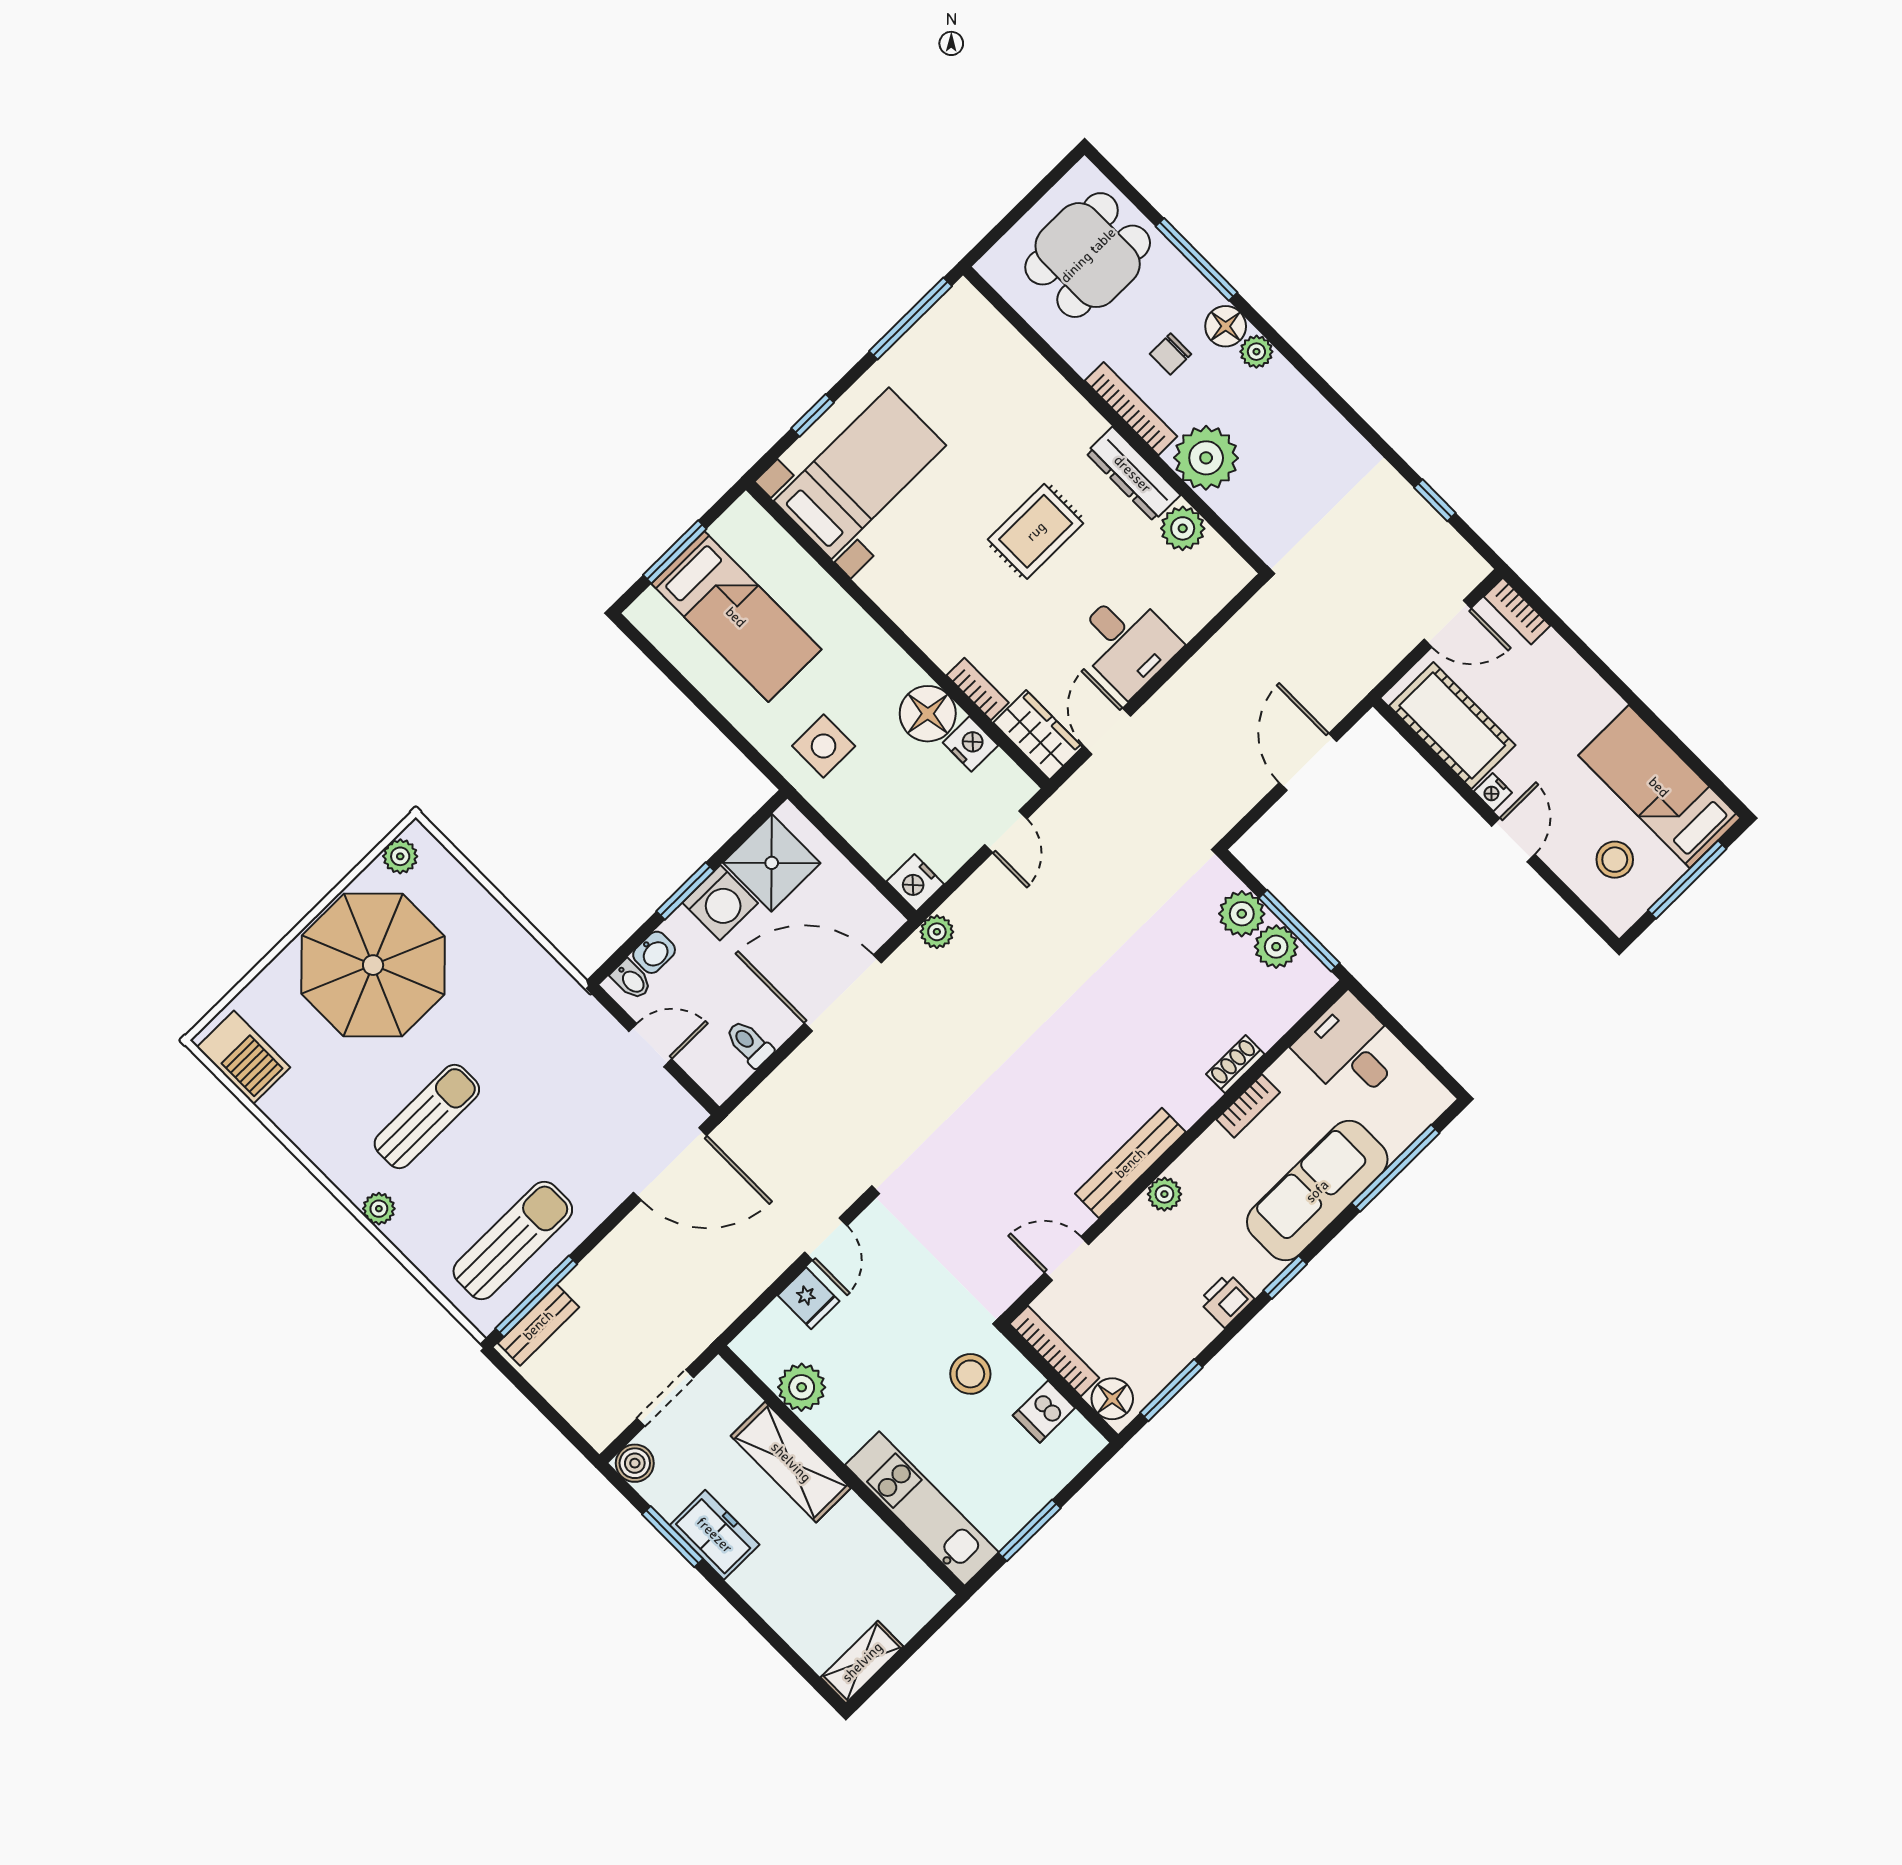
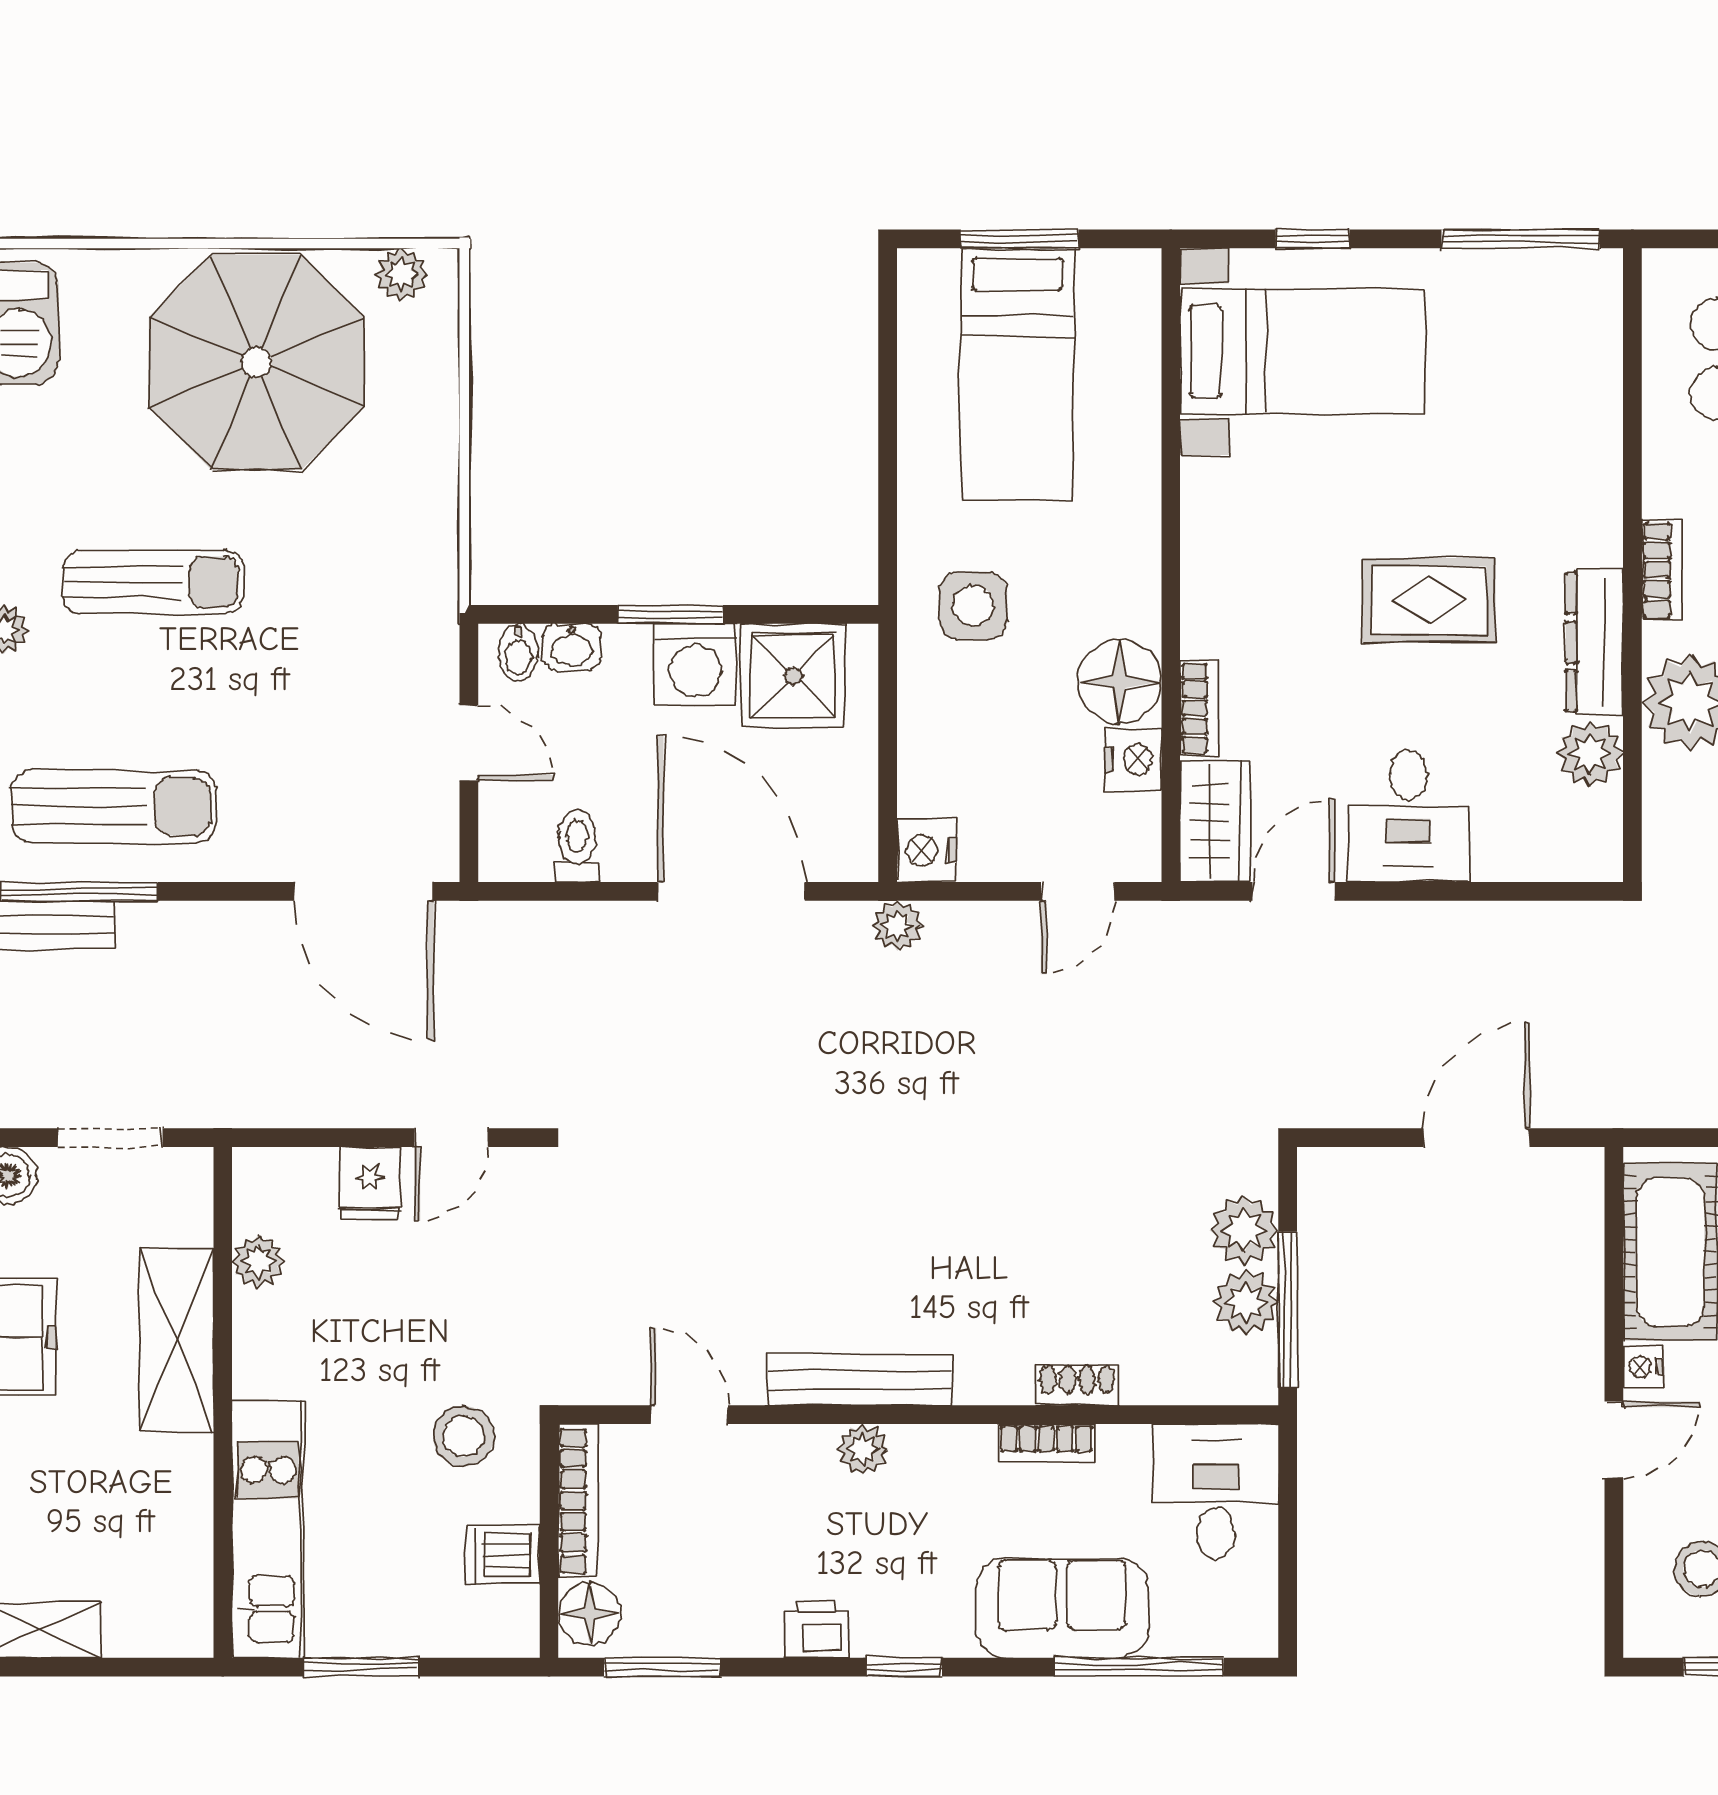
bookcase: (1131, 409) -> (1662, 570), width x0.64
sofa: (1317, 1191) -> (1062, 1608), width x0.73
plant: (802, 1387) -> (258, 1261), width x0.73, depth x0.73

